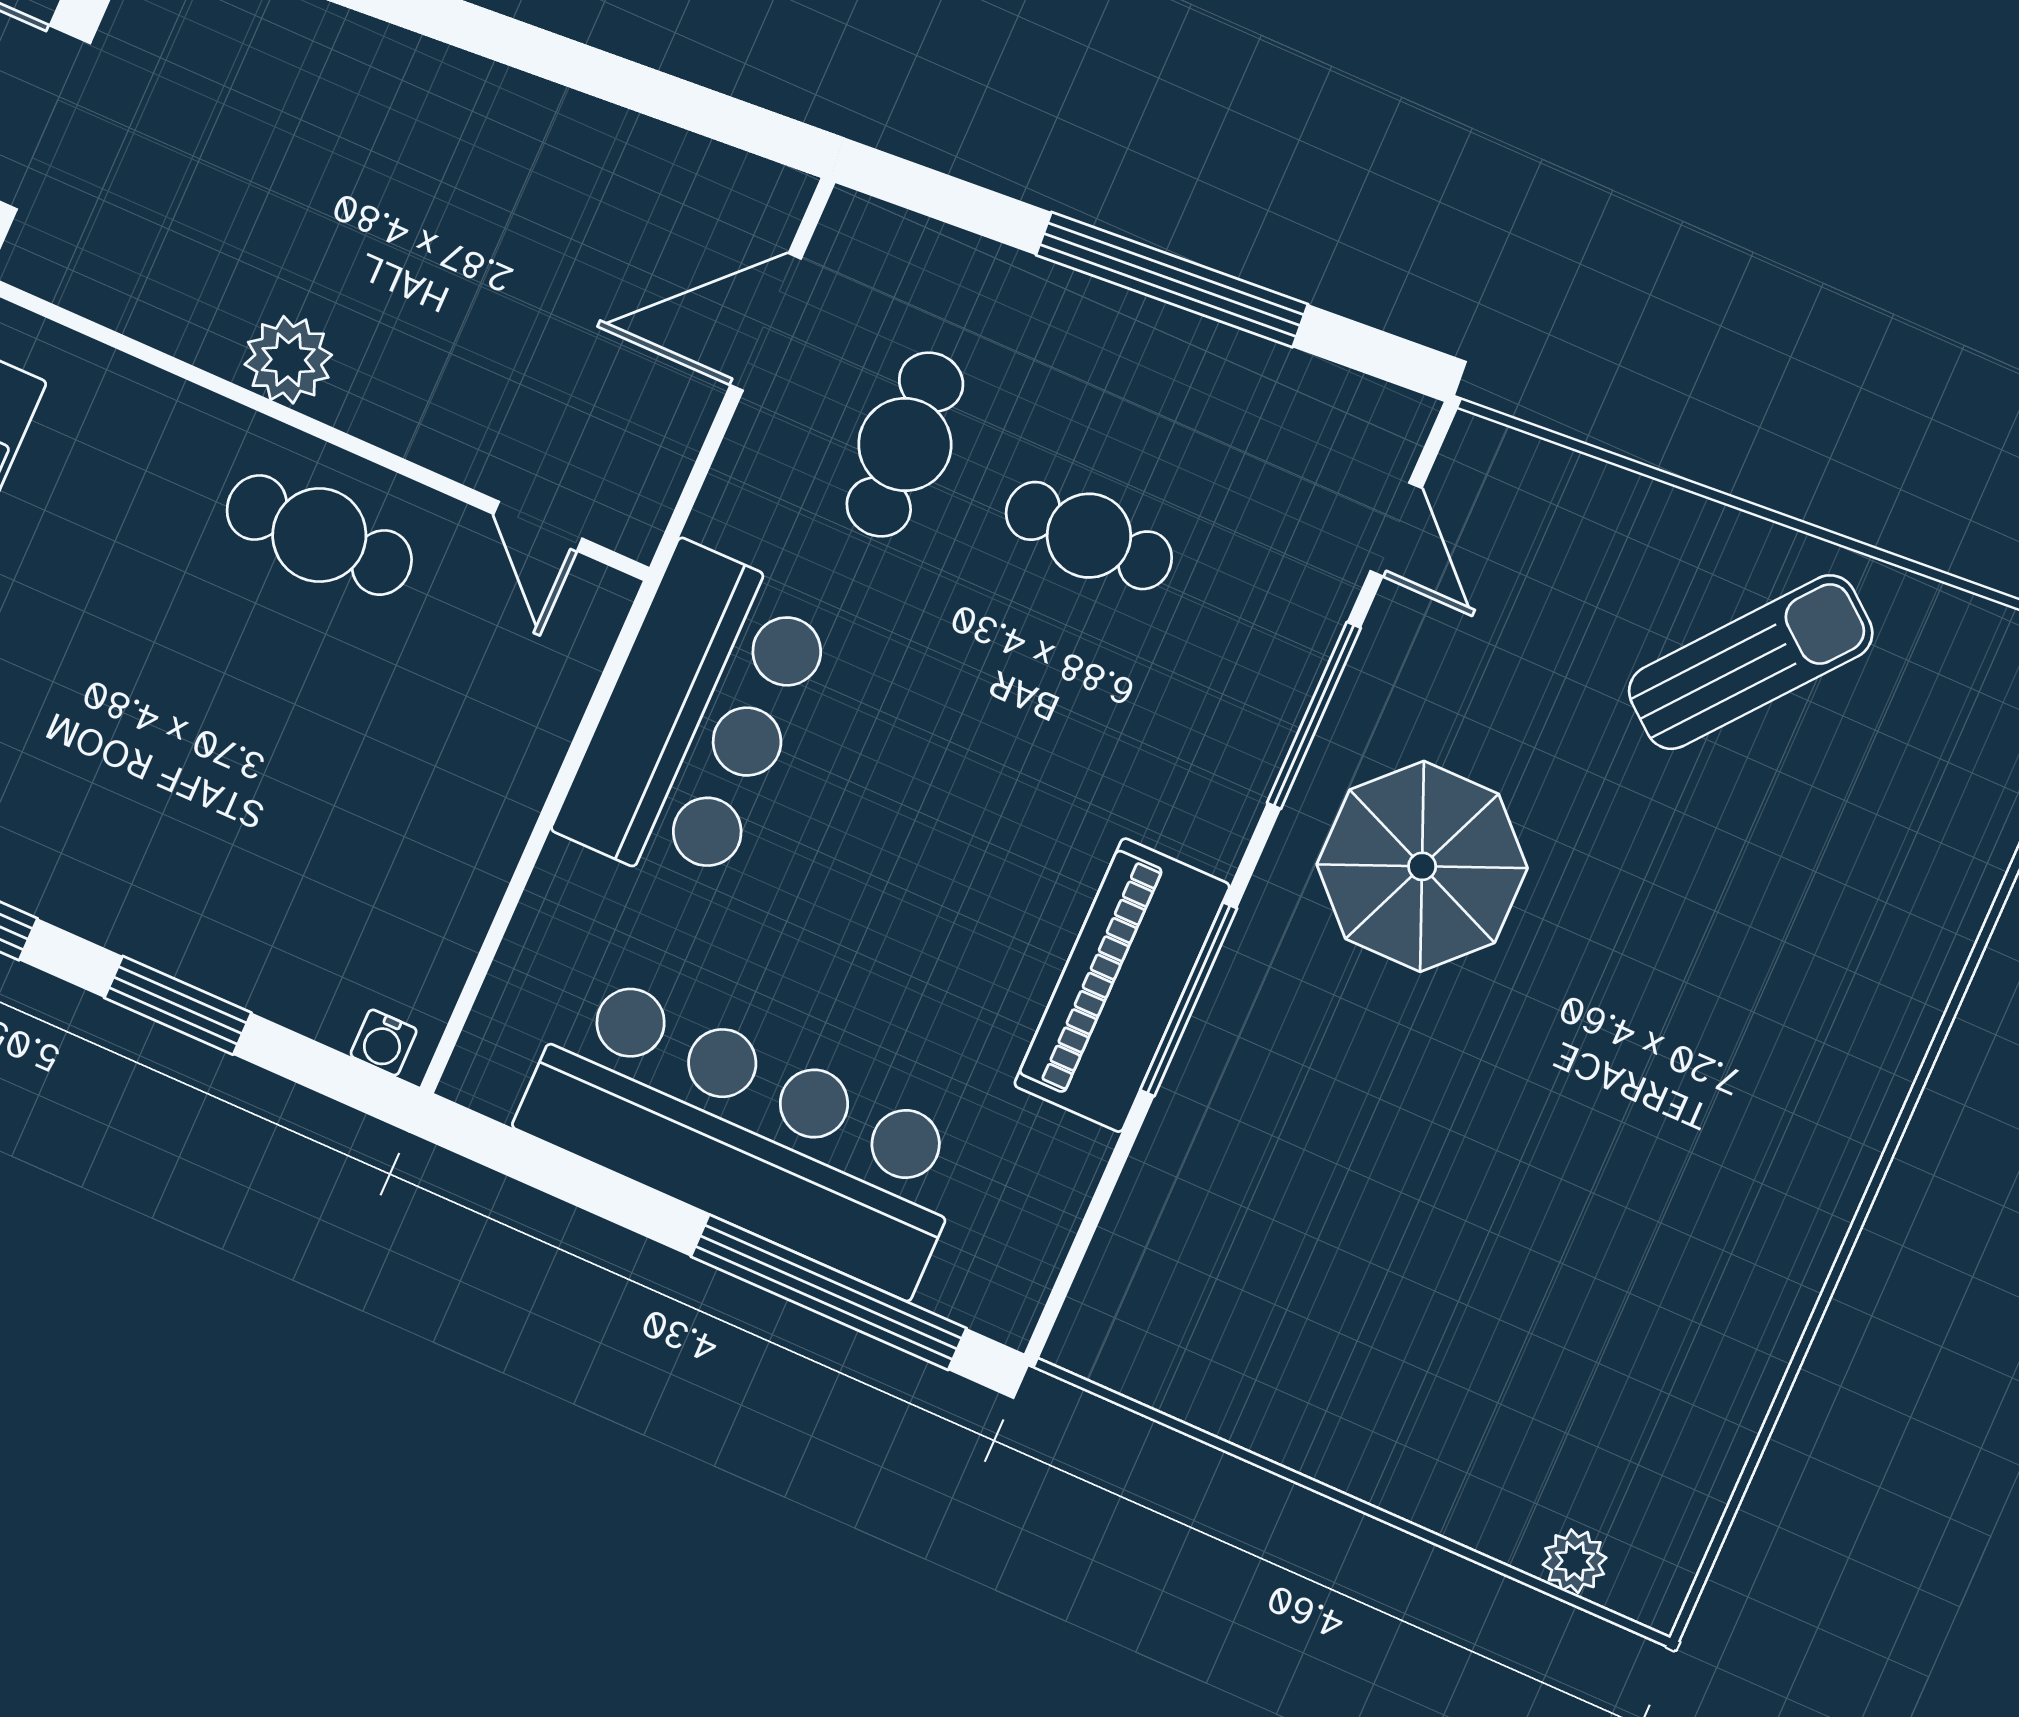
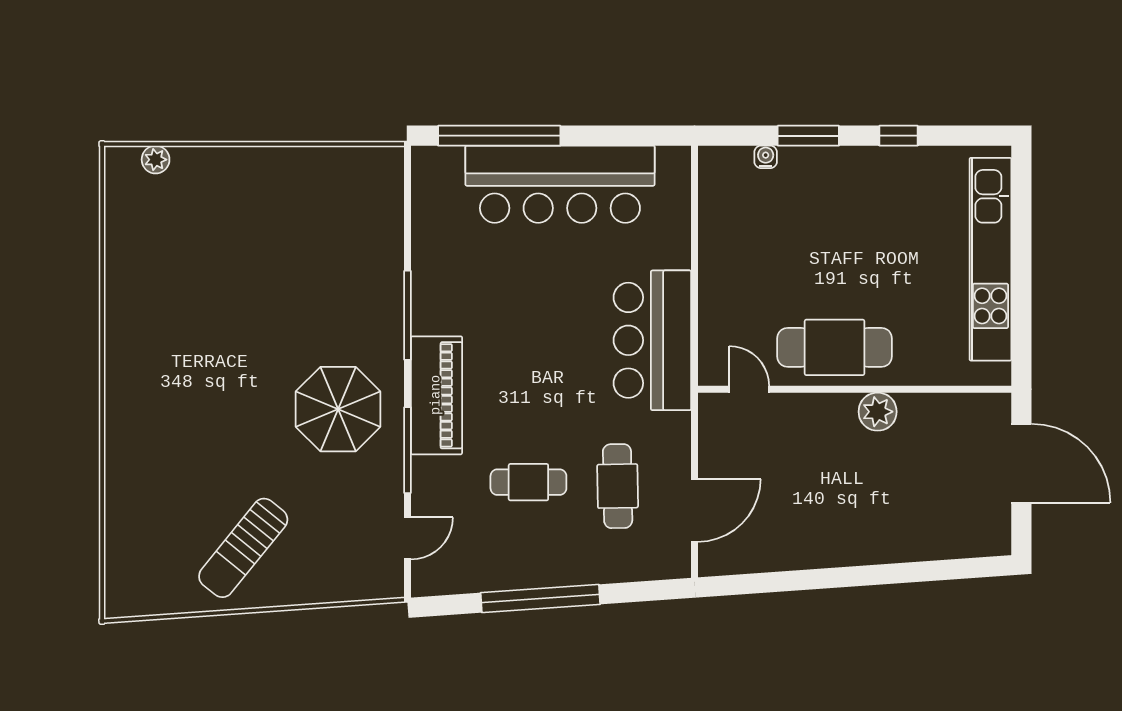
door: (1396, 529) -> (407, 538), swing flipped
cafe table: (319, 535) -> (835, 347), width x1.37, depth x1.35
piano: (1122, 985) -> (436, 395), moved
water cooler: (384, 1042) -> (766, 157), moved

